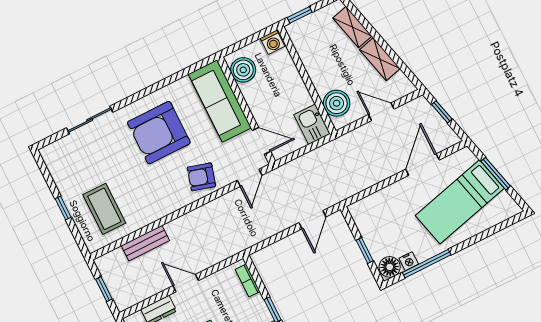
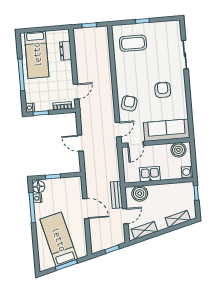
shelving: (380, 59) -> (144, 230), moved
kitchen sink: (312, 124) -> (150, 174), moved
armchair: (159, 133) -> (163, 90), width x0.53, depth x0.53
door: (422, 165) -> (86, 209), moved
door: (250, 178) -> (118, 130), swing flipped
door: (312, 220) -> (80, 143), moved
bench: (145, 243) -> (117, 195), moved
door: (186, 283) -> (76, 92), moved

